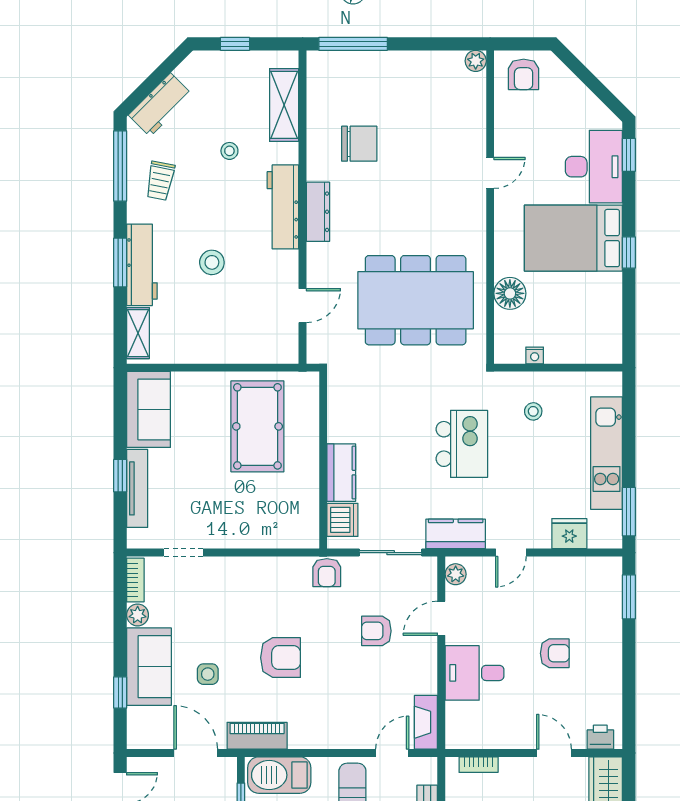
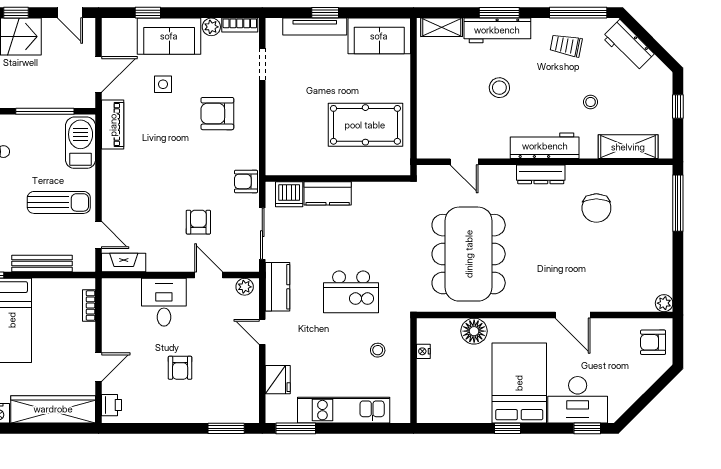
door: (490, 173) -> (573, 315), width x1.38
armchair: (280, 658) -> (217, 114), moved, turned 90

